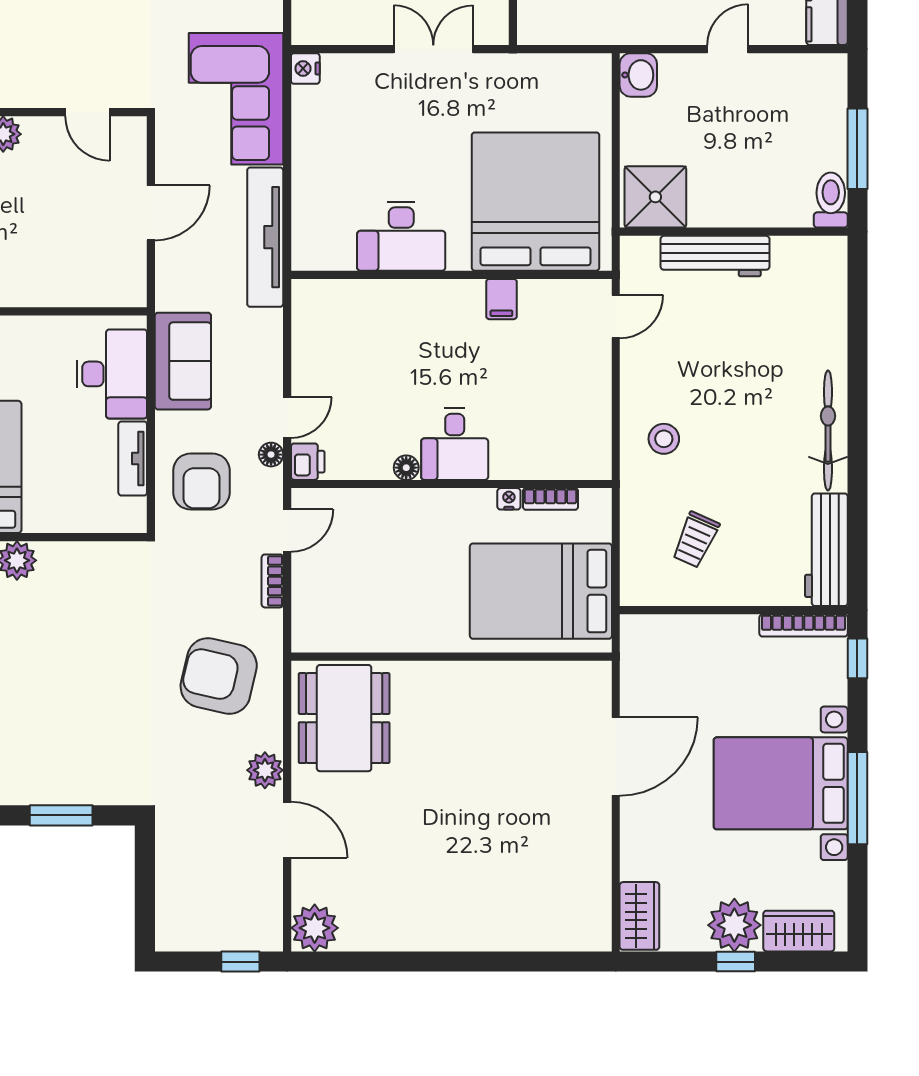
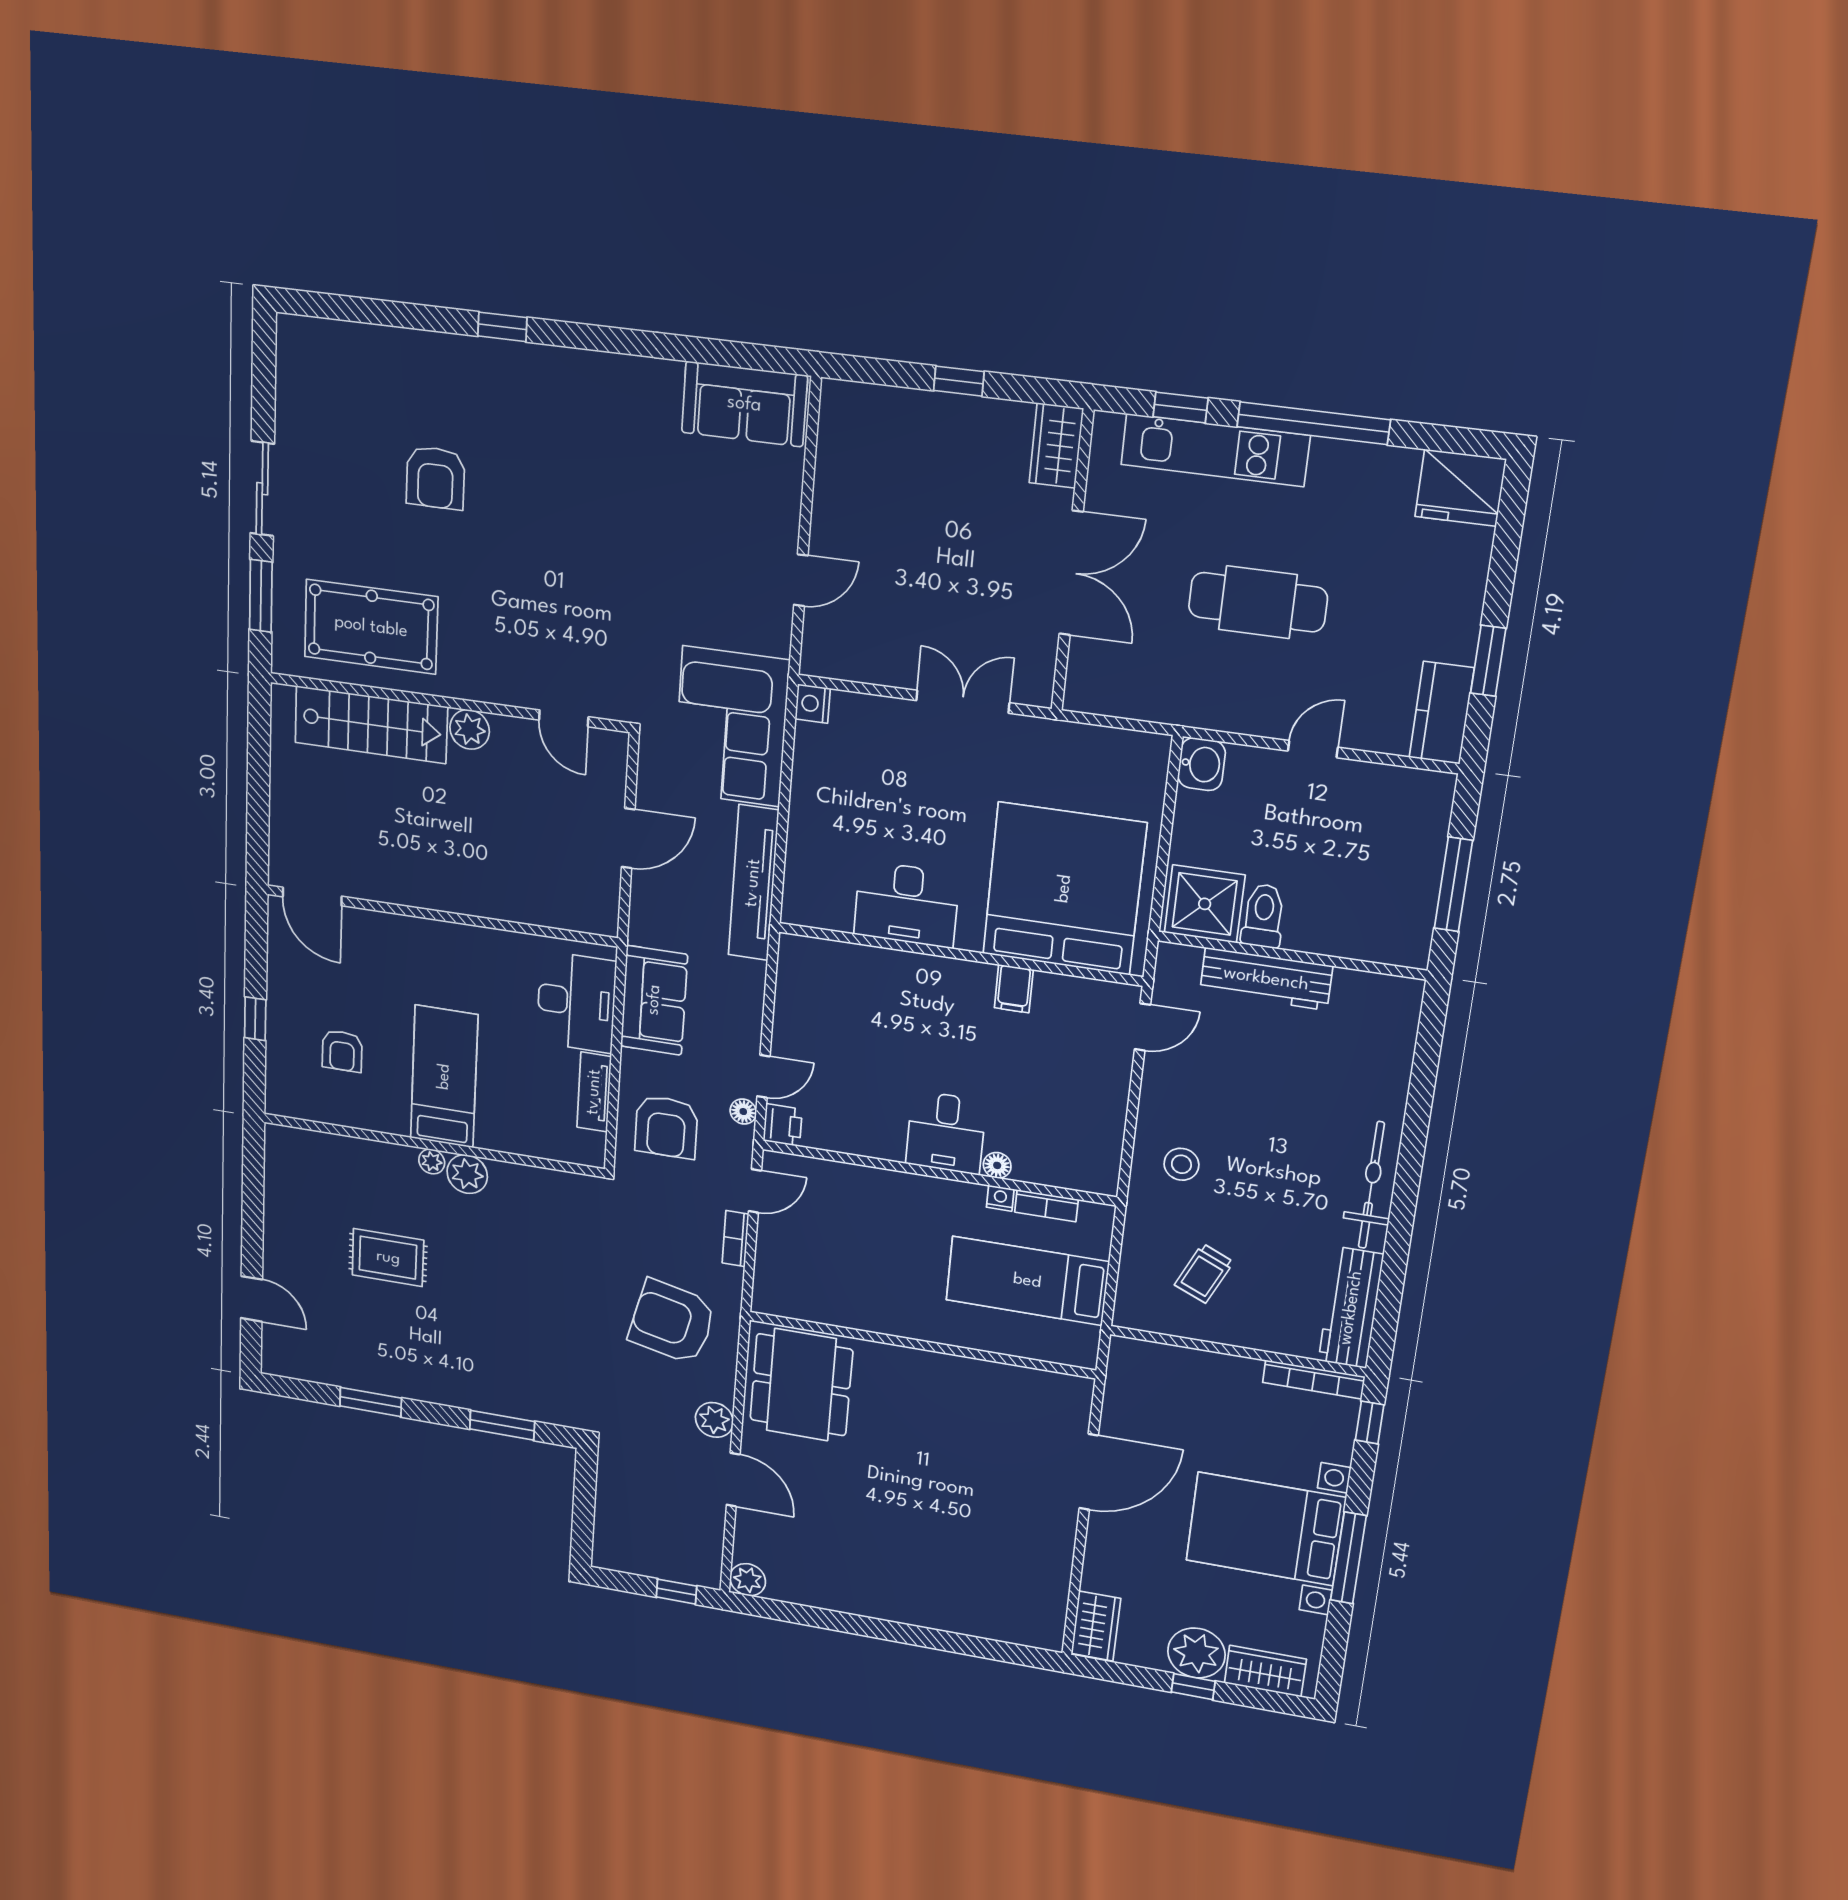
toilet: (831, 200) -> (1263, 916), moved
floor lamp: (406, 468) -> (997, 1165), moved
bed: (541, 591) -> (1027, 1281), width x0.67
plant: (315, 928) -> (748, 1580), width x0.73, depth x0.73

